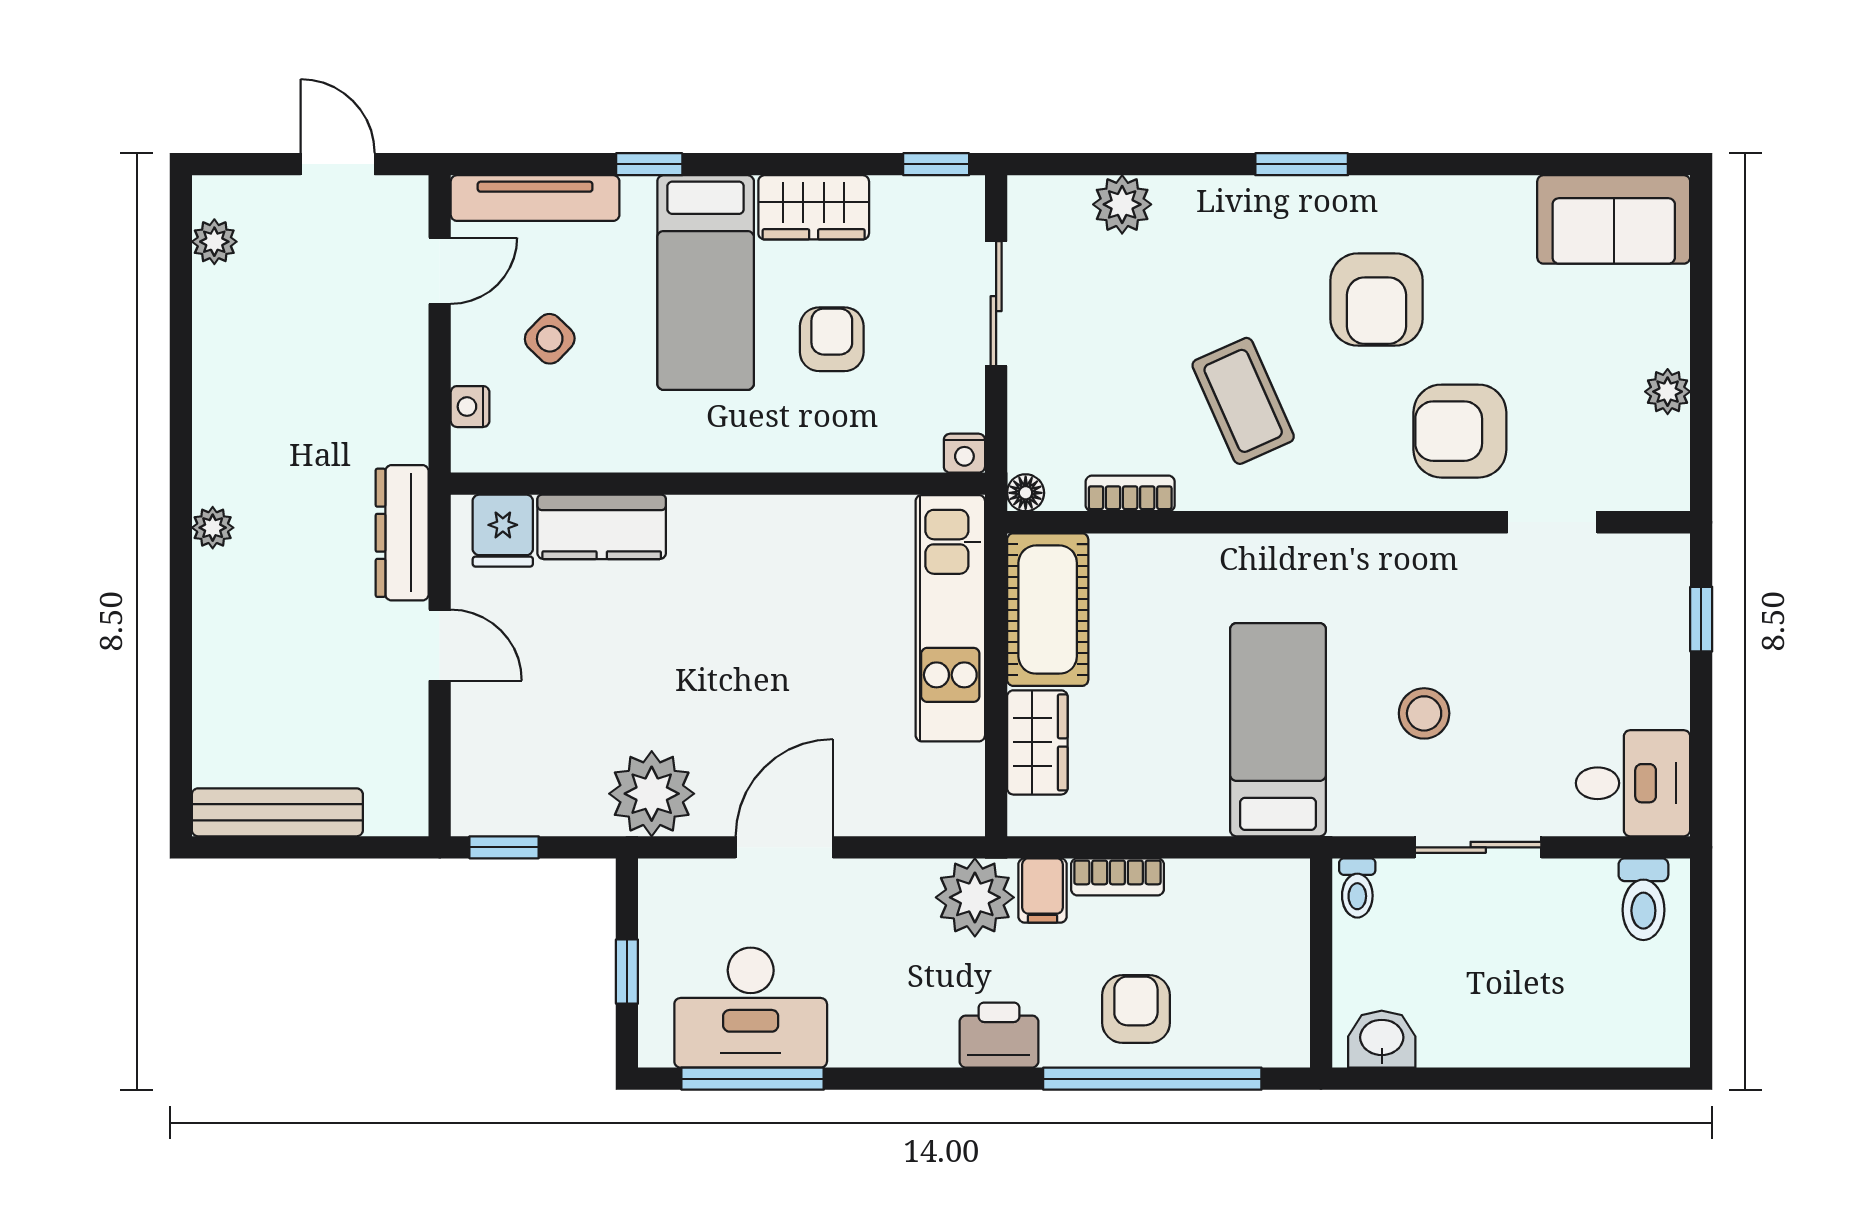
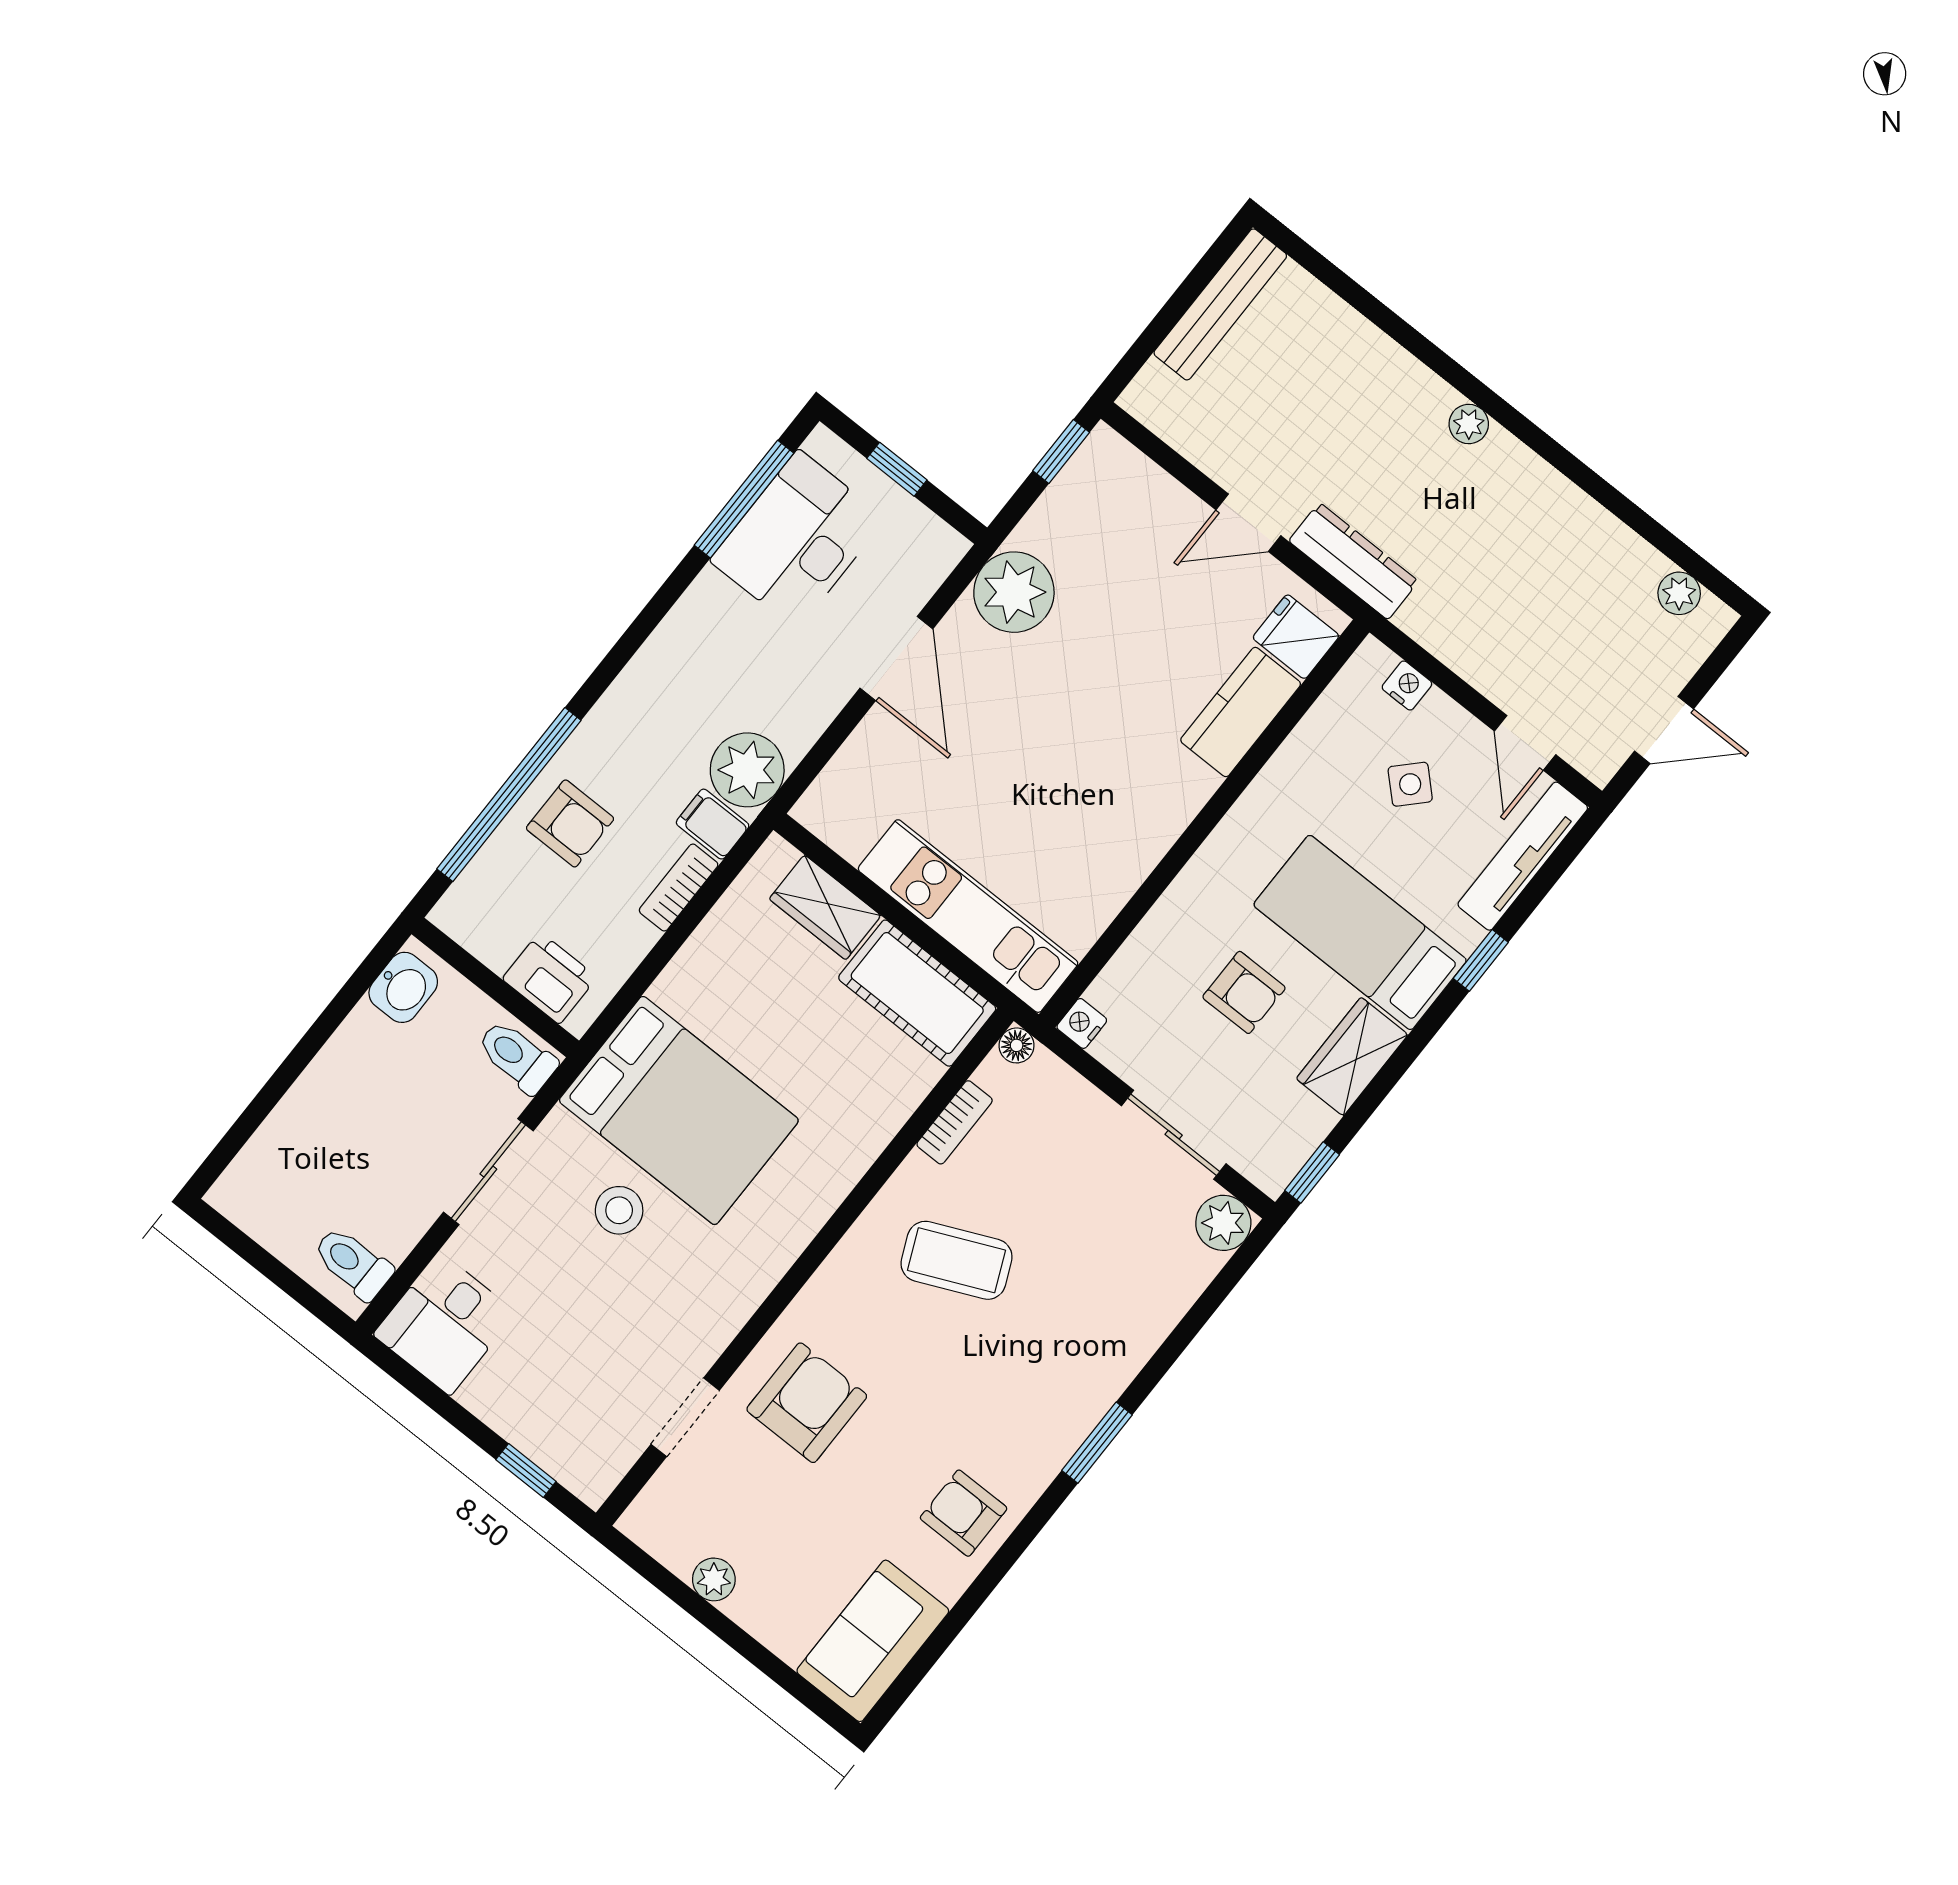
plant: (1122, 204) -> (1223, 1223), moved
armchair: (1377, 300) -> (964, 1513), moved, width x0.72, depth x0.72
bed: (1278, 730) -> (679, 1110), width x1.50
toilet: (1357, 888) -> (517, 1057), width x1.37, depth x1.39
printer: (999, 1035) -> (550, 978), moved, turned -90

